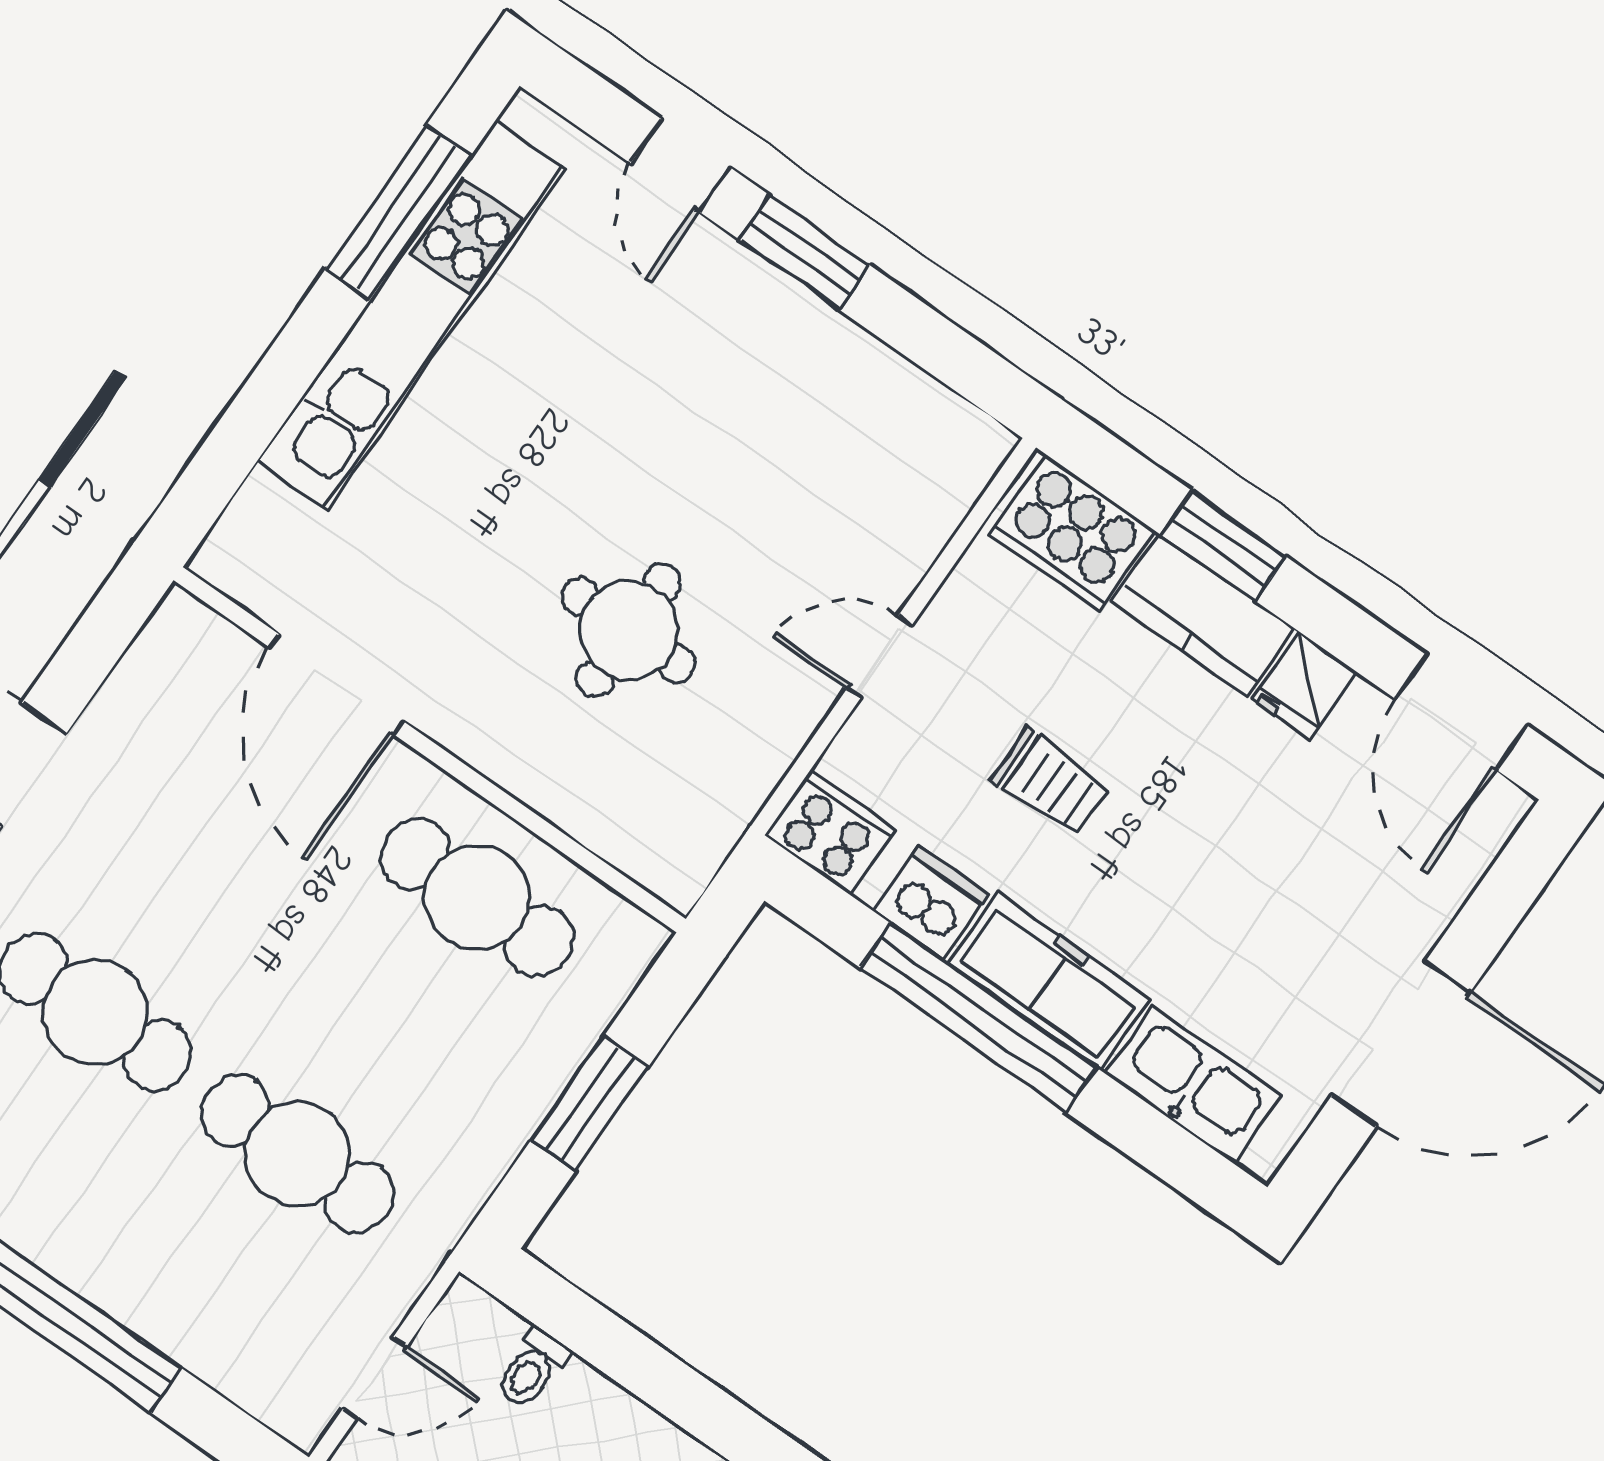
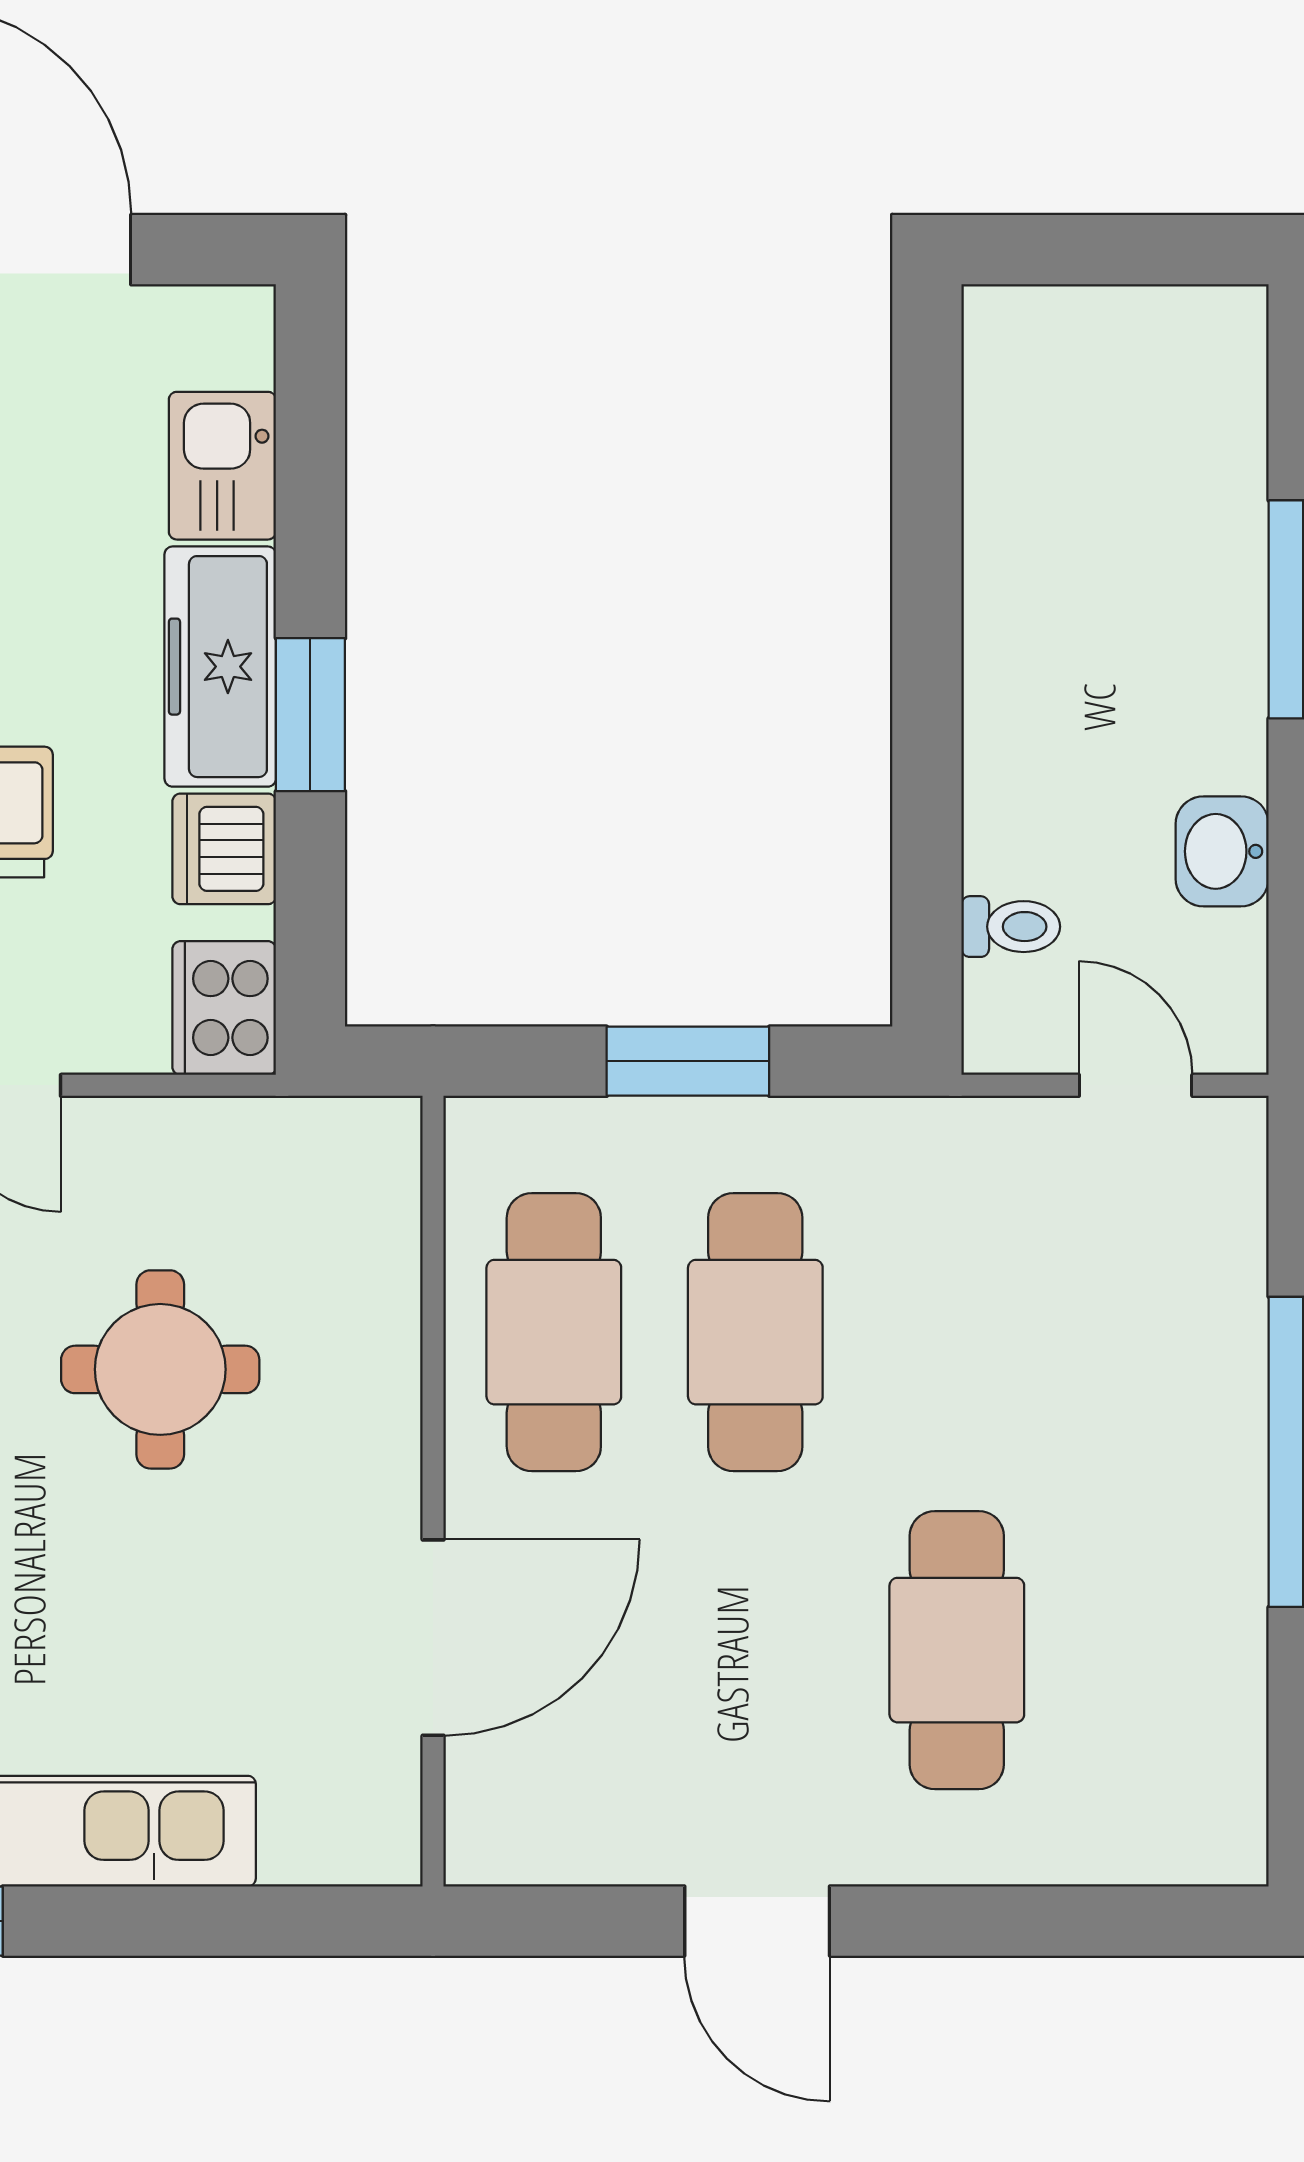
window: (978, 1018) -> (310, 715), width x0.47
kitchen sink: (1194, 1085) -> (222, 466), width x0.73
cafe table: (297, 1154) -> (755, 1332), moved

